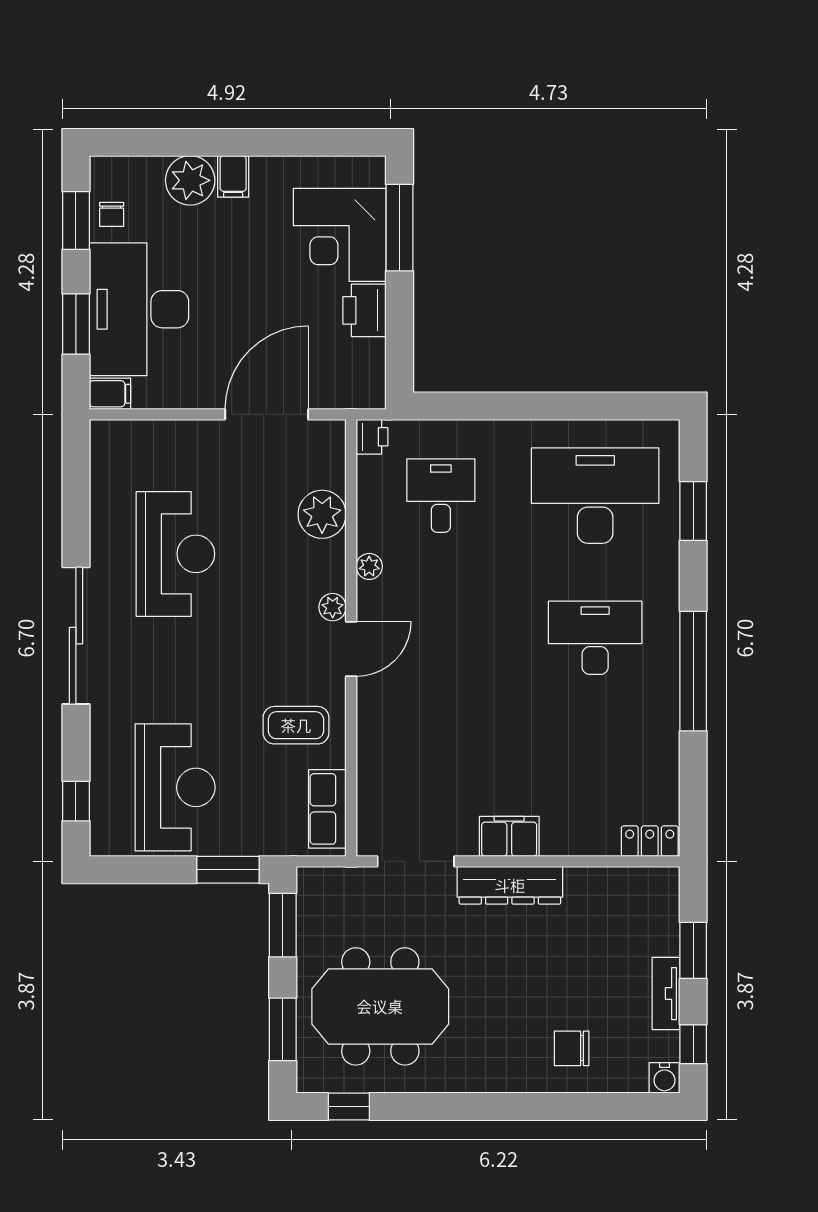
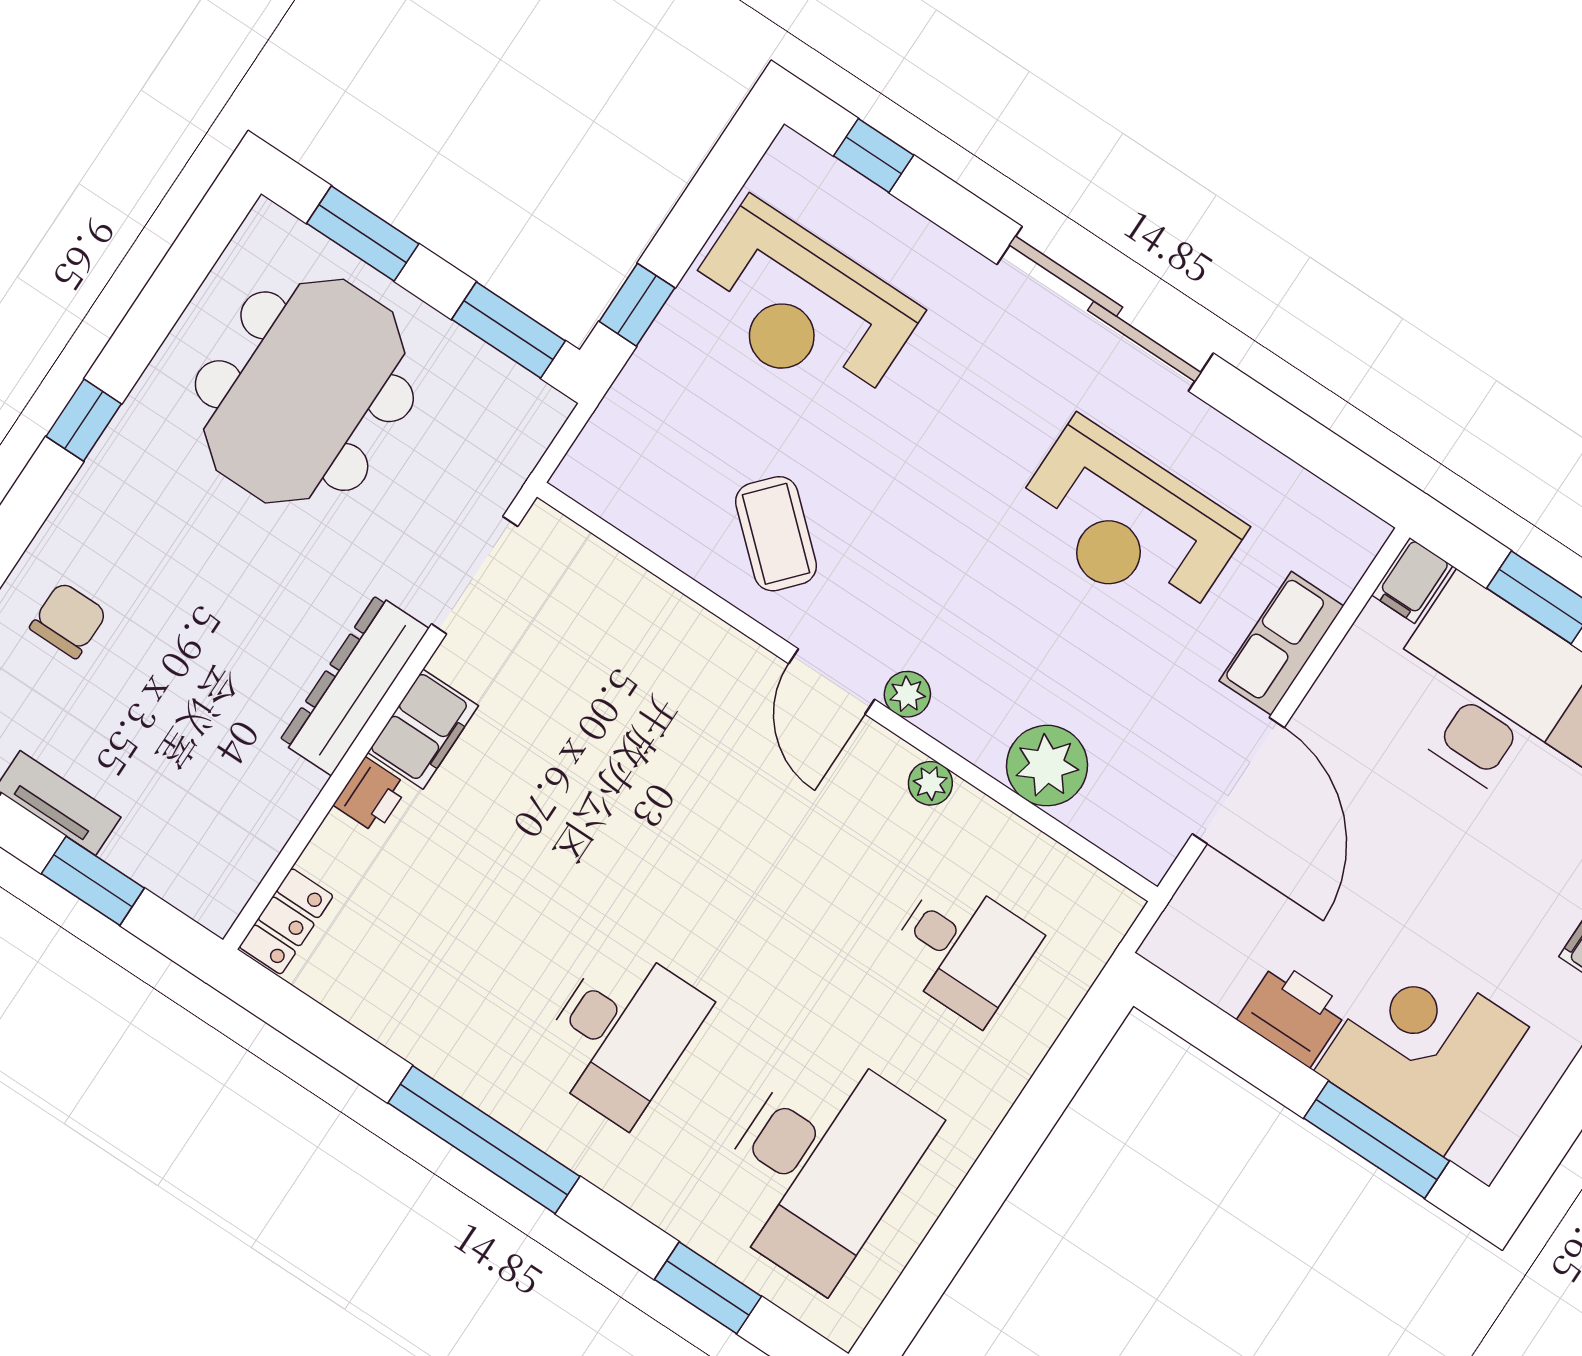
printer: (372, 437) -> (371, 795), moved, turned -90
coffee table: (296, 725) -> (776, 534), turned -48
row of seats: (327, 809) -> (1281, 643), moved, turned -90
window: (228, 870) -> (637, 305), width x0.67
window: (349, 1107) -> (84, 420), moved

